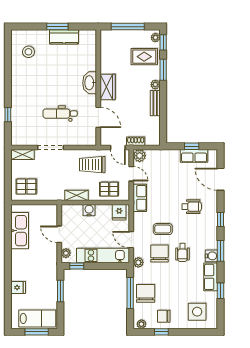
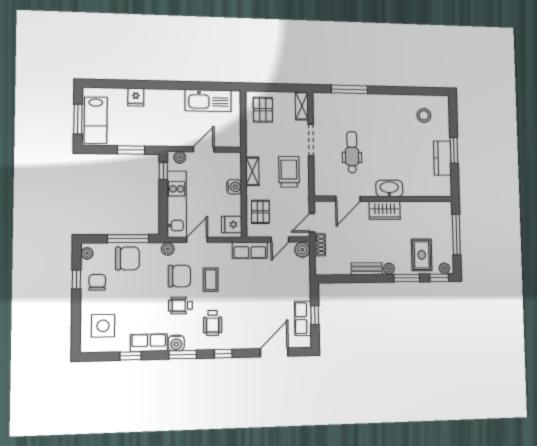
window: (8, 115) -> (350, 89), width x2.17
trolley: (92, 165) -> (289, 172), moved
wheelchair: (192, 207) -> (213, 323), moved

